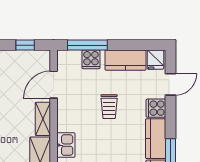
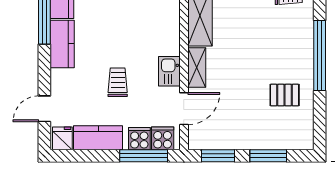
window: (25, 45) -> (218, 156), width x1.50
cooker: (156, 108) -> (163, 138), moved, turned -90
kitchen sink: (66, 145) -> (169, 71), moved

